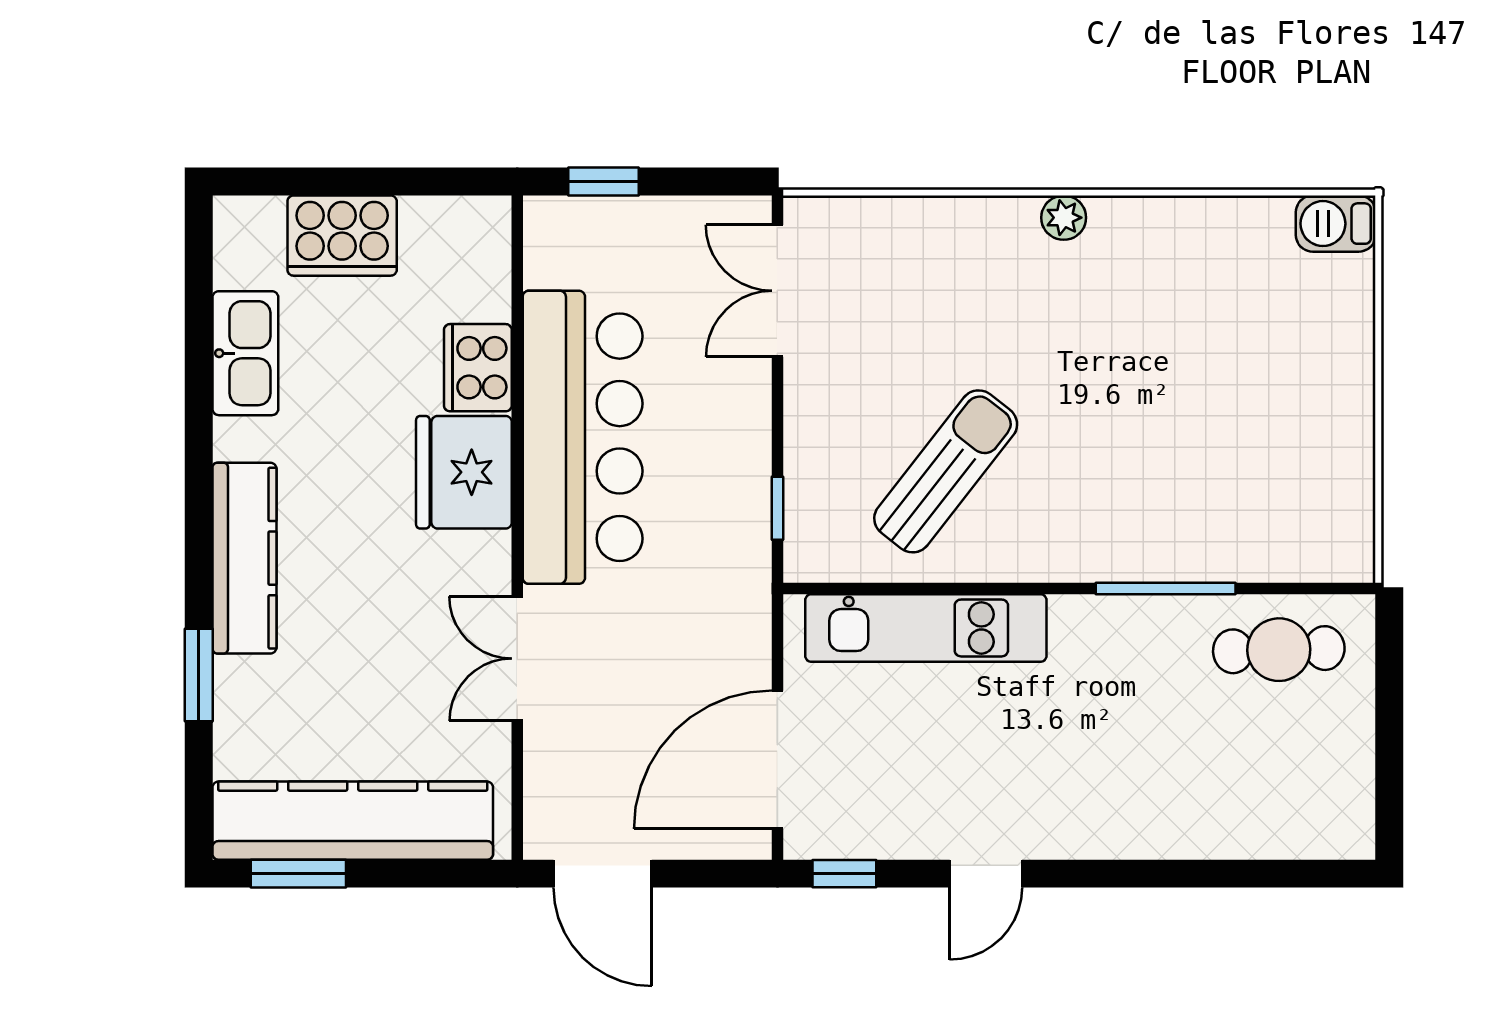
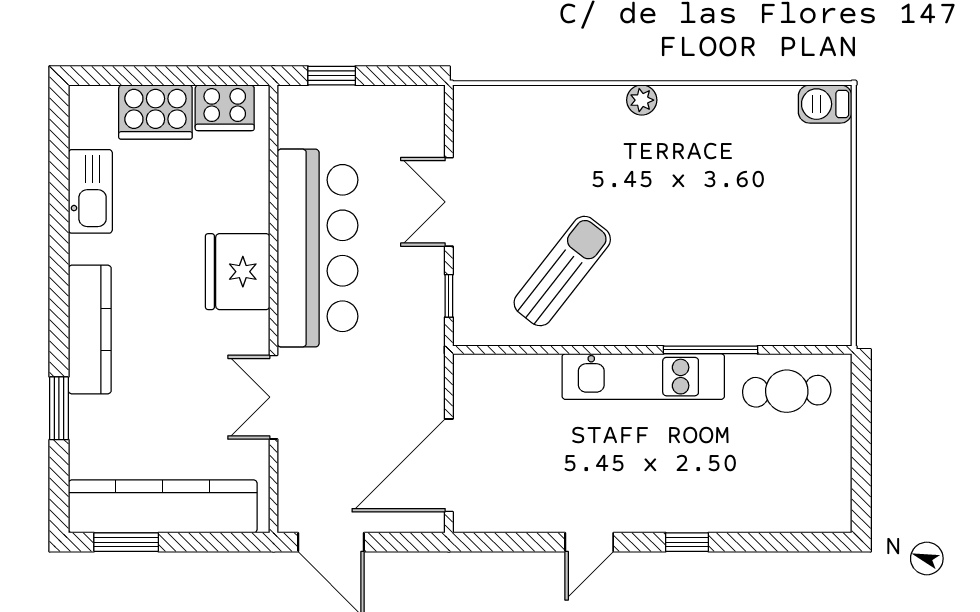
double door: (777, 291) -> (449, 202), moved
cooker: (478, 368) -> (225, 108), moved, turned -90
kitchen unit: (926, 628) -> (643, 377), moved
window: (844, 874) -> (687, 542), moved

